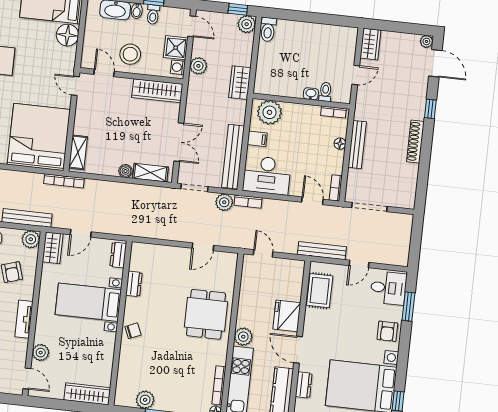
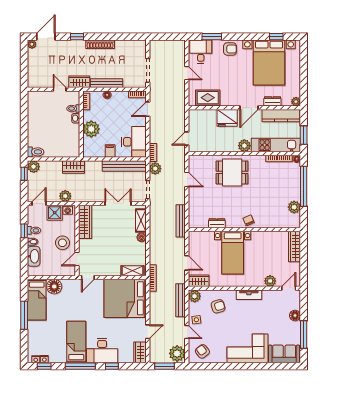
wardrobe: (370, 44) -> (79, 82), moved
plant: (270, 112) -> (91, 129), moved
bench: (322, 251) -> (181, 221), moved
dresser: (118, 255) -> (199, 236), removed

